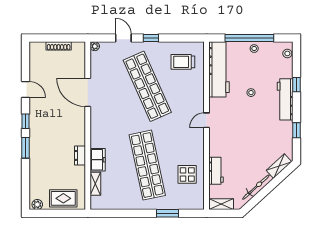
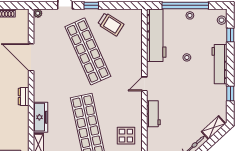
trolley: (183, 62) -> (111, 24), moved, turned -148
window: (297, 85) -> (230, 35), moved
dresser: (80, 155) -> (24, 97), moved
freezer: (98, 160) -> (40, 117), width x1.40
workbench: (216, 171) -> (153, 114), moved

